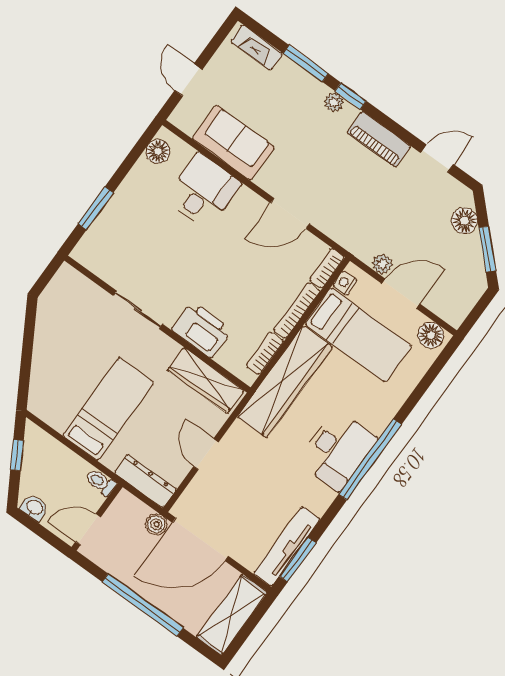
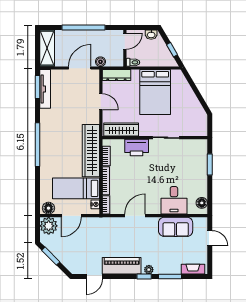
piano: (379, 139) -> (122, 266), width x1.37, depth x1.33
floor lamp: (464, 221) -> (67, 261), removed
plant: (382, 264) -> (49, 226), moved, width x1.87, depth x1.87
bed: (108, 409) -> (155, 92), width x1.50
desk: (337, 450) -> (52, 139), removed
door: (200, 539) -> (80, 68), width x0.73

